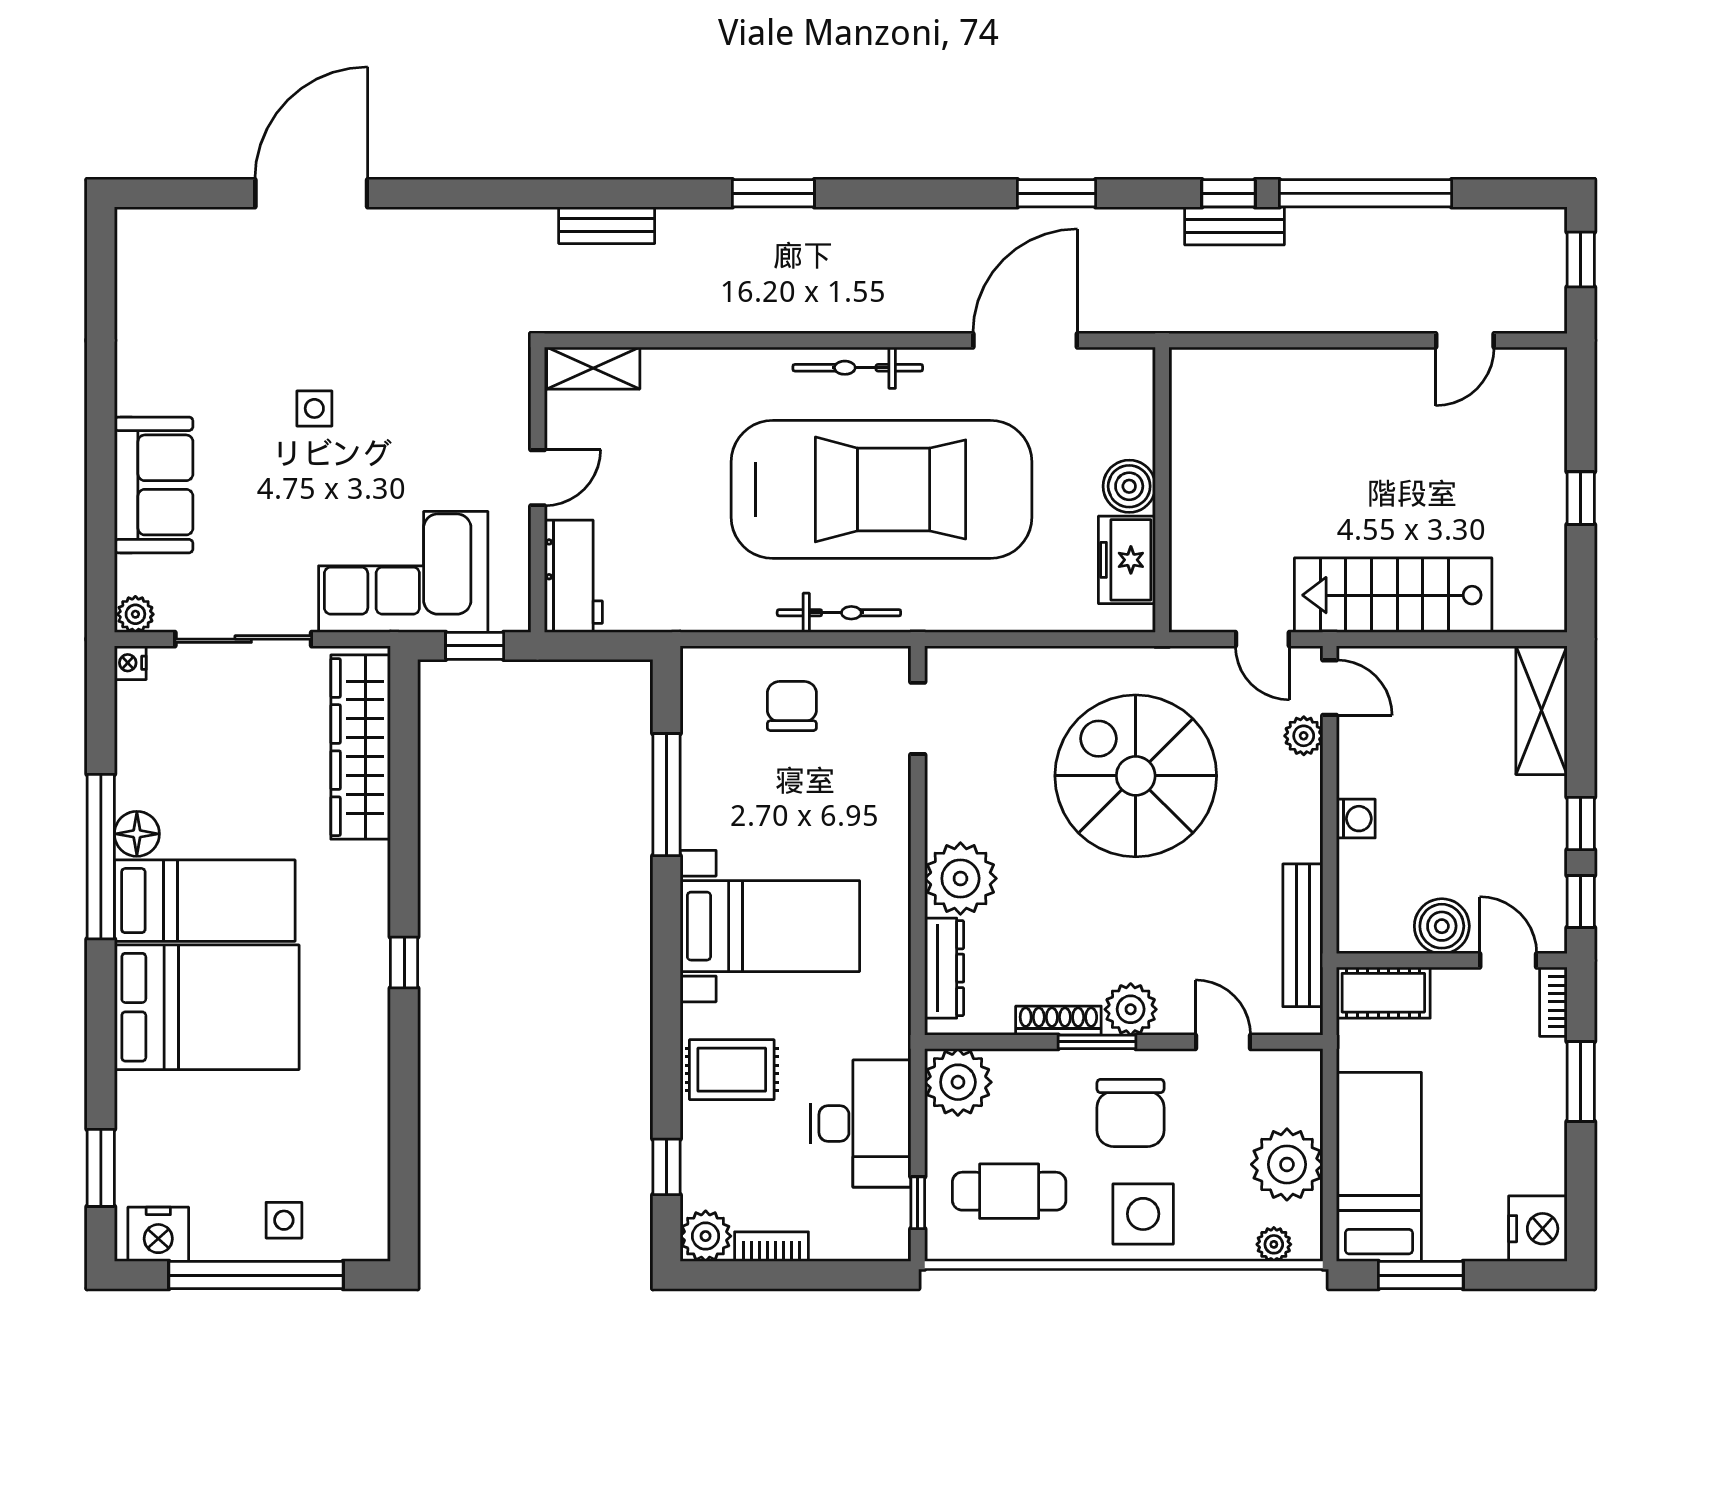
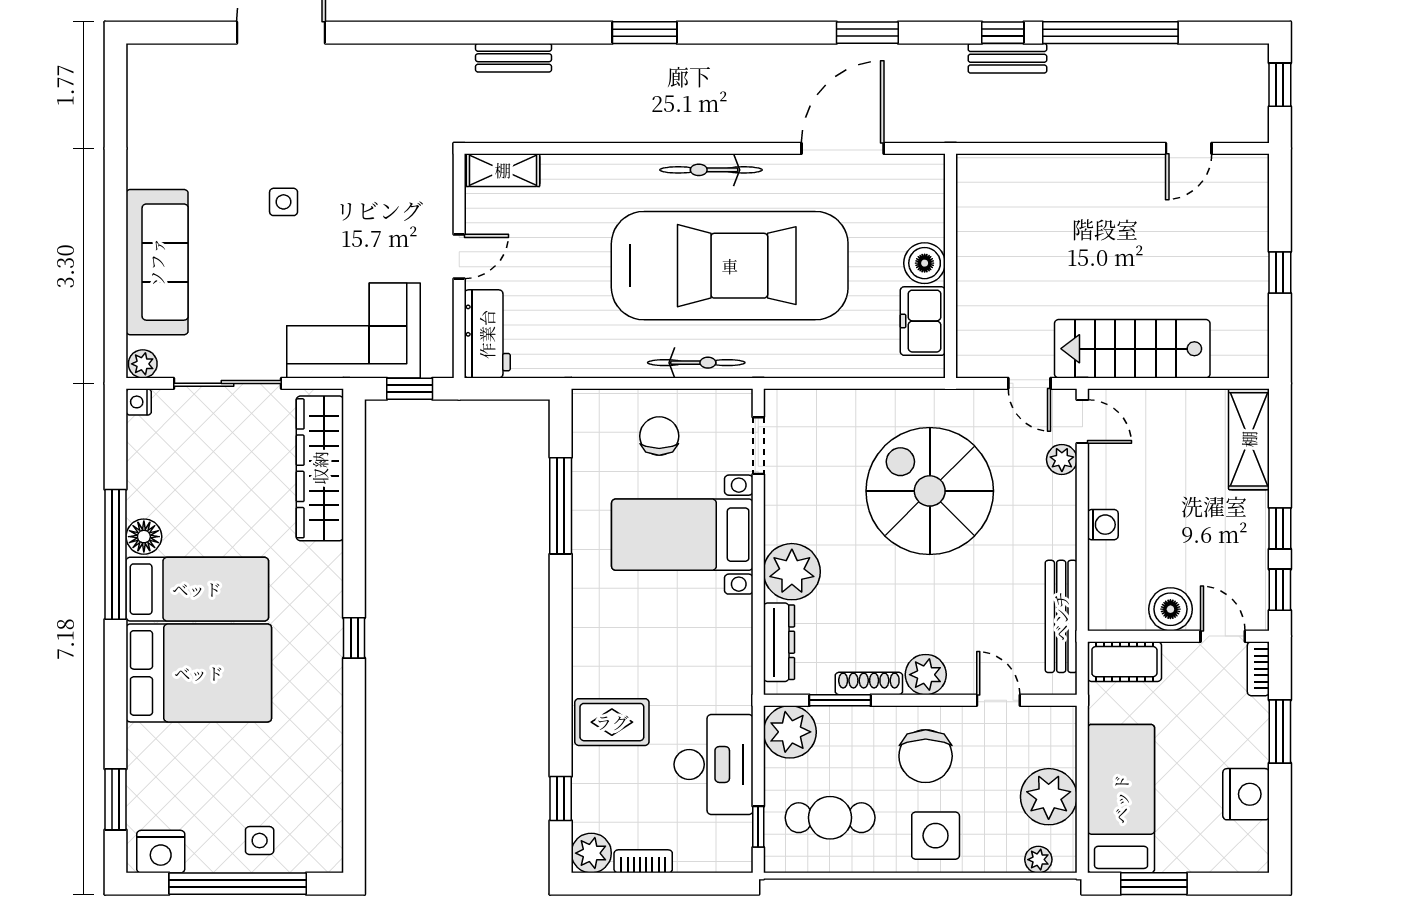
sofa: (154, 485) -> (157, 262), width x1.36
bed with nightstands: (770, 926) -> (682, 535), moved, turned 180
window: (1097, 1042) -> (840, 700), moved
nightstand: (1538, 1229) -> (1246, 794), moved

